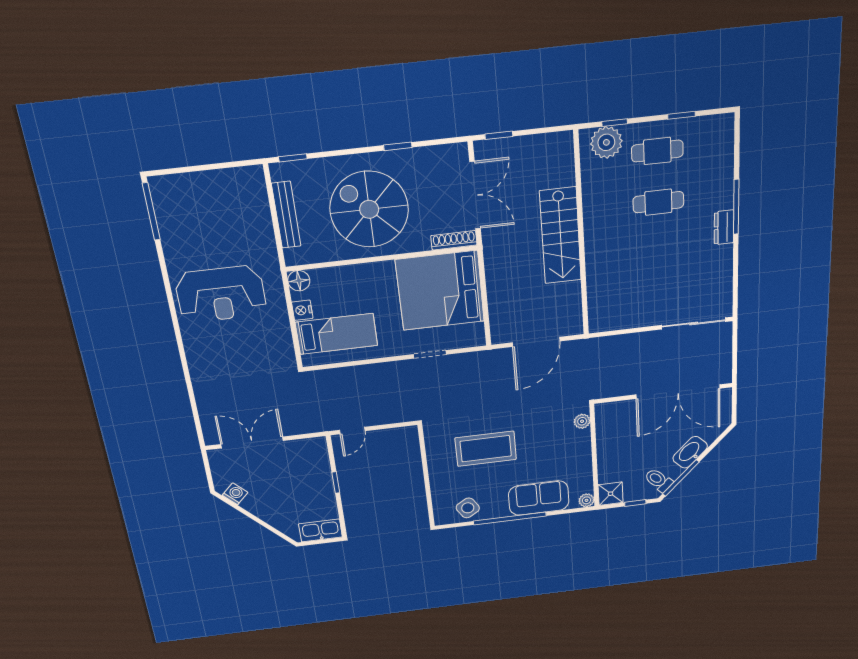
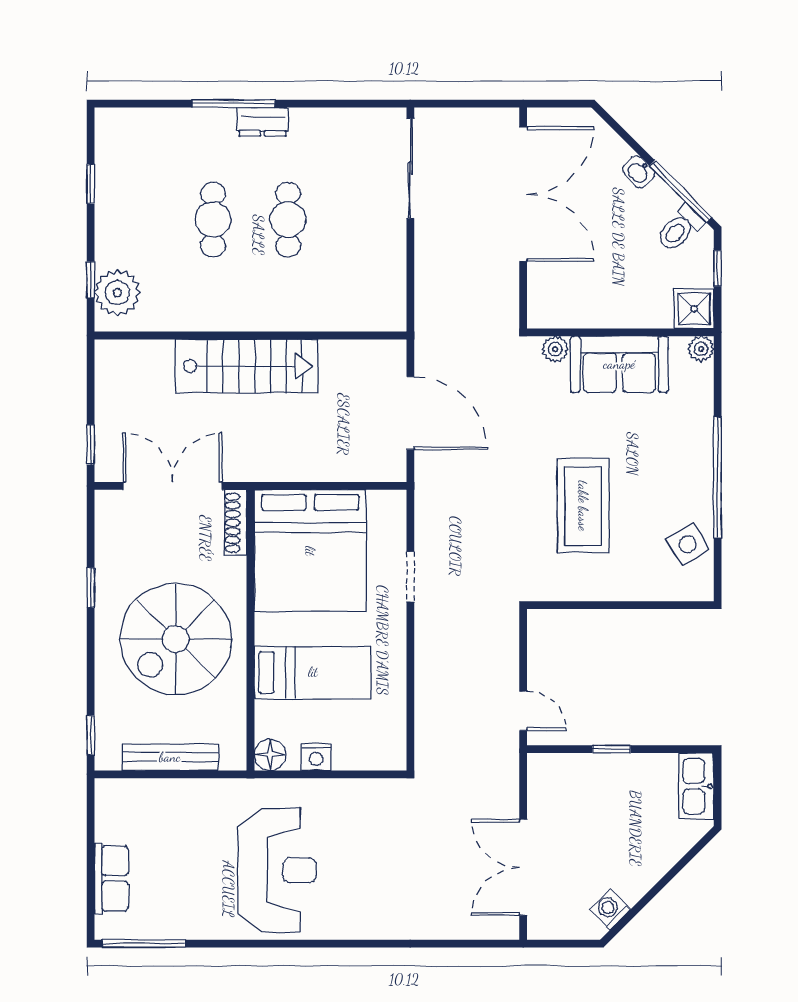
cafe table: (657, 151) -> (288, 220), moved
row of seats: (193, 184) -> (111, 878), added
bed: (336, 334) -> (313, 672), moved, turned 90
washbasin: (690, 452) -> (639, 172), width x0.52, depth x0.69
sofa: (539, 498) -> (619, 364), moved, turned -90

